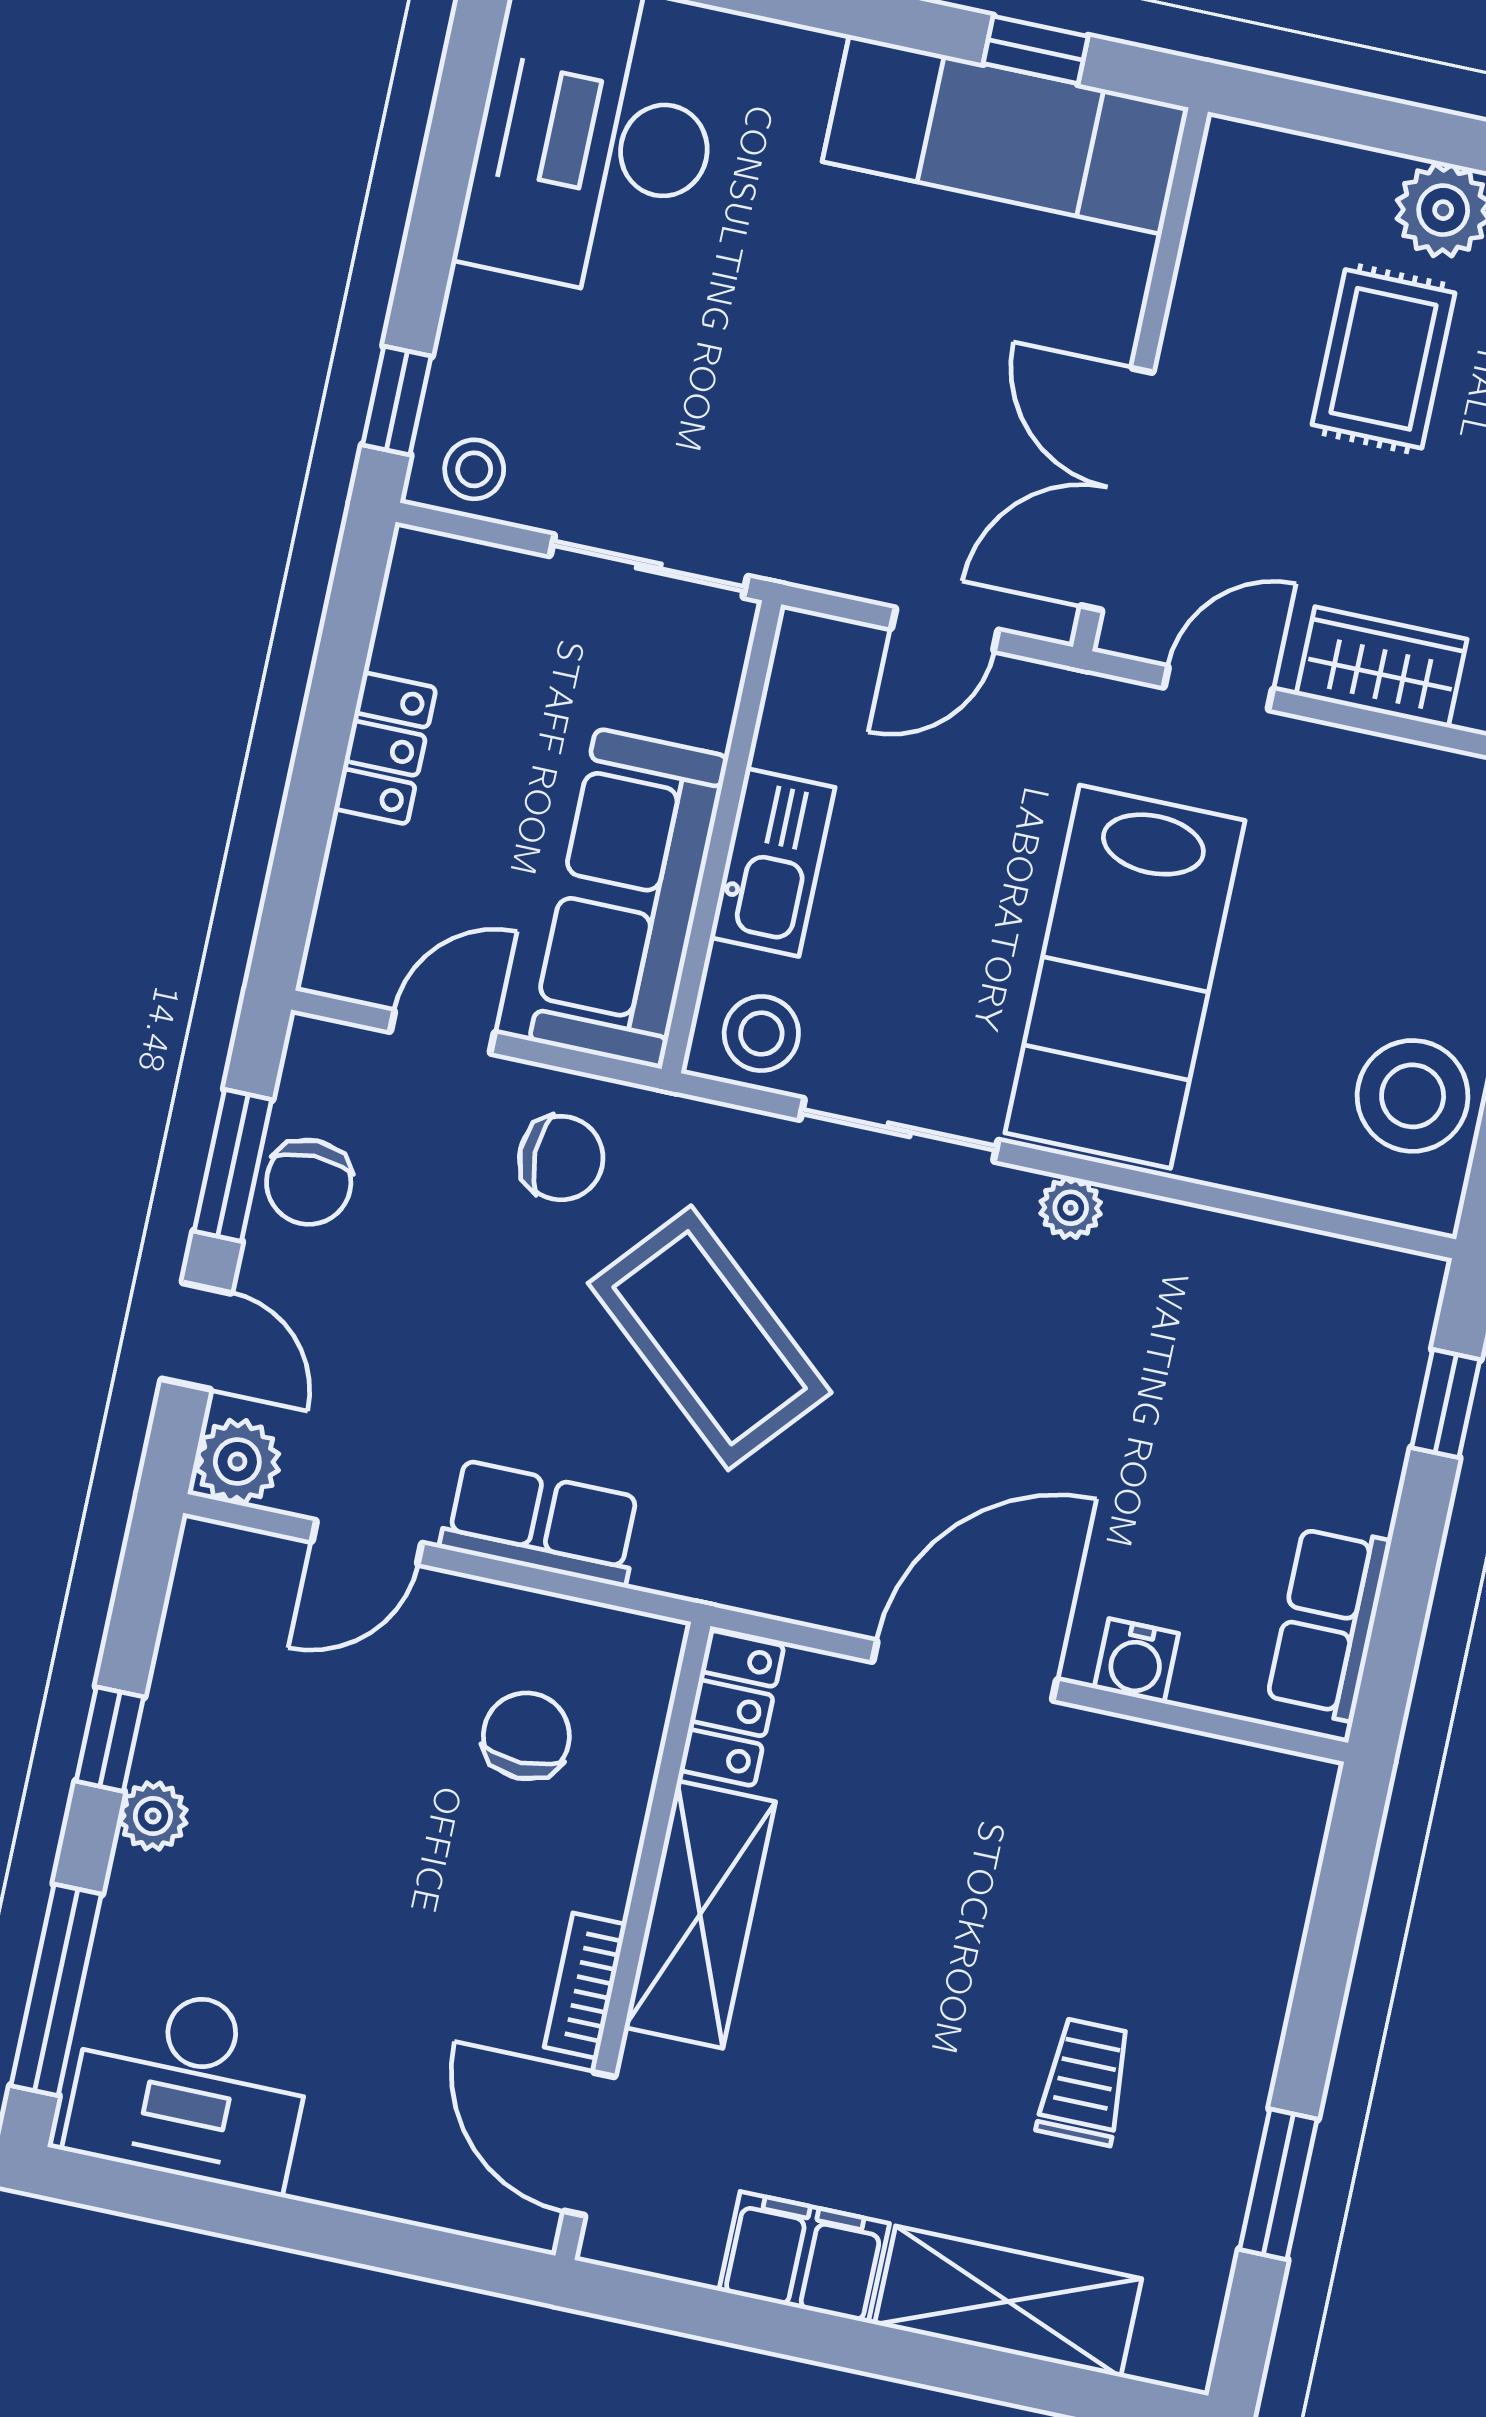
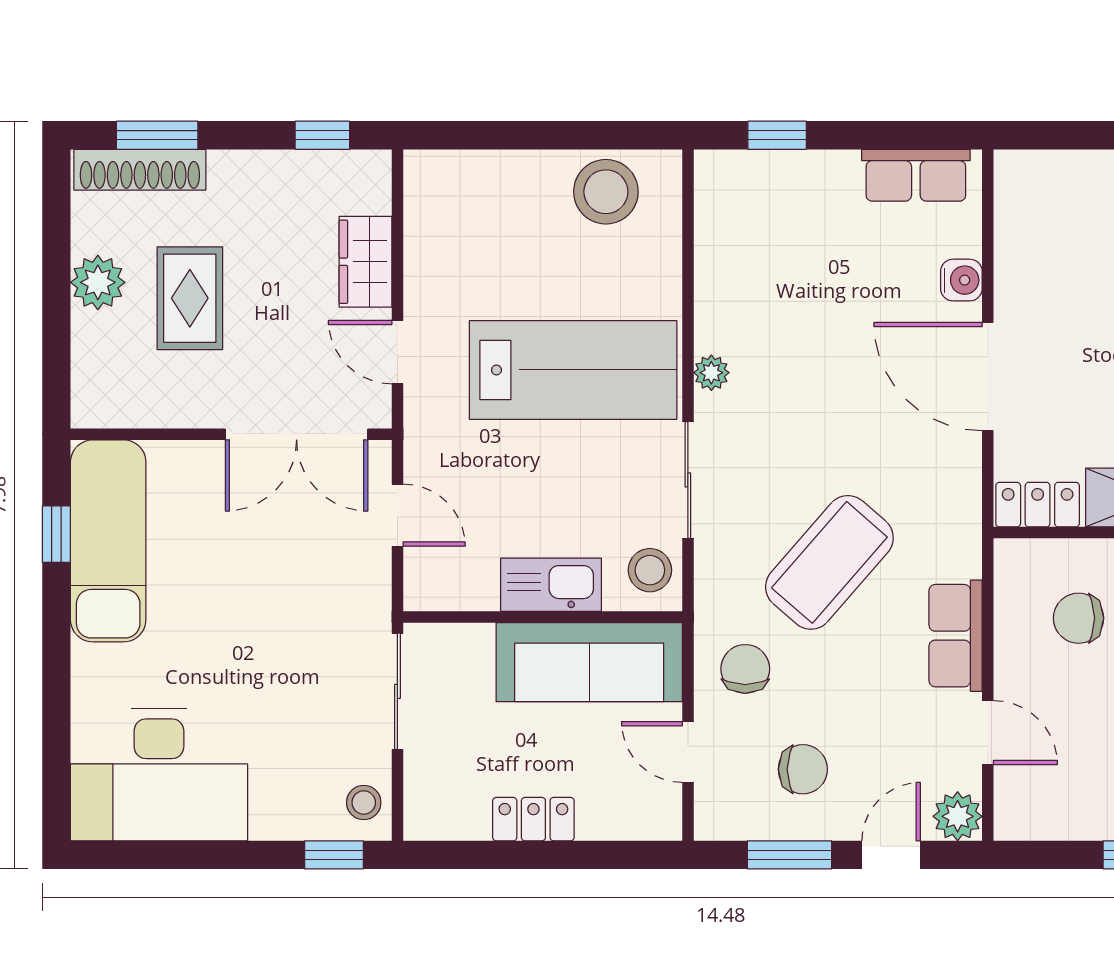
rug: (1384, 359) -> (190, 298), turned 90
chair: (309, 1182) -> (803, 769), moved

